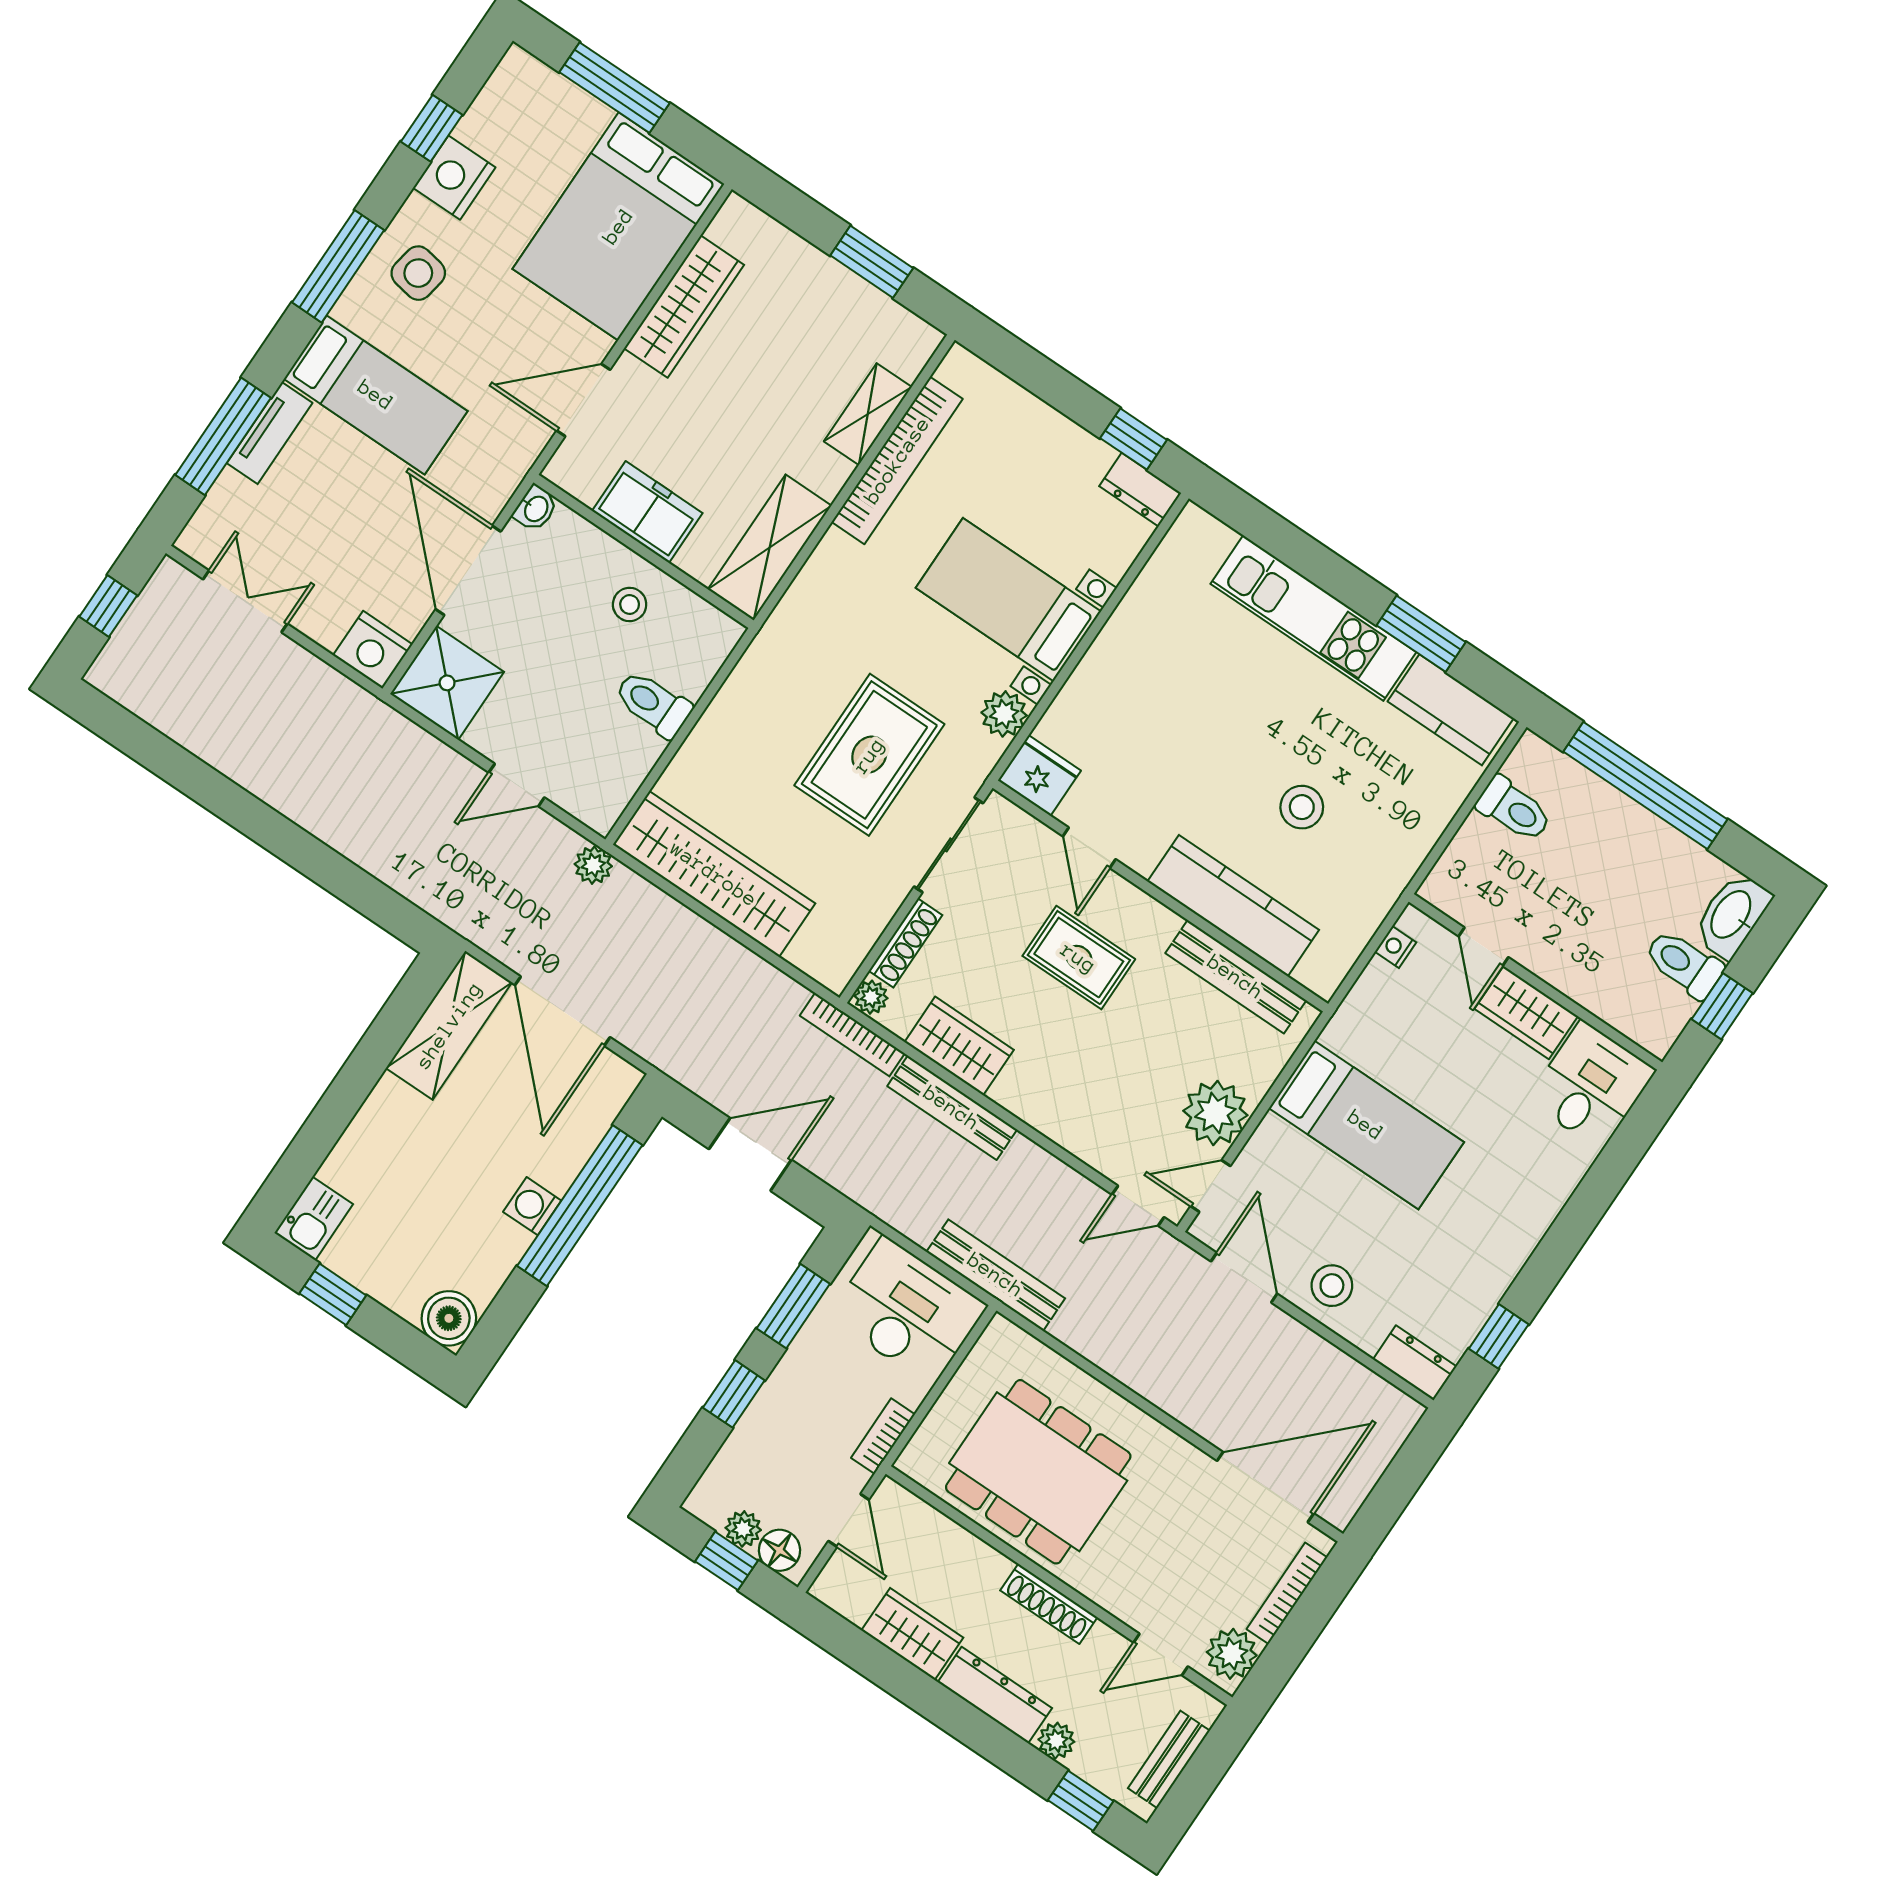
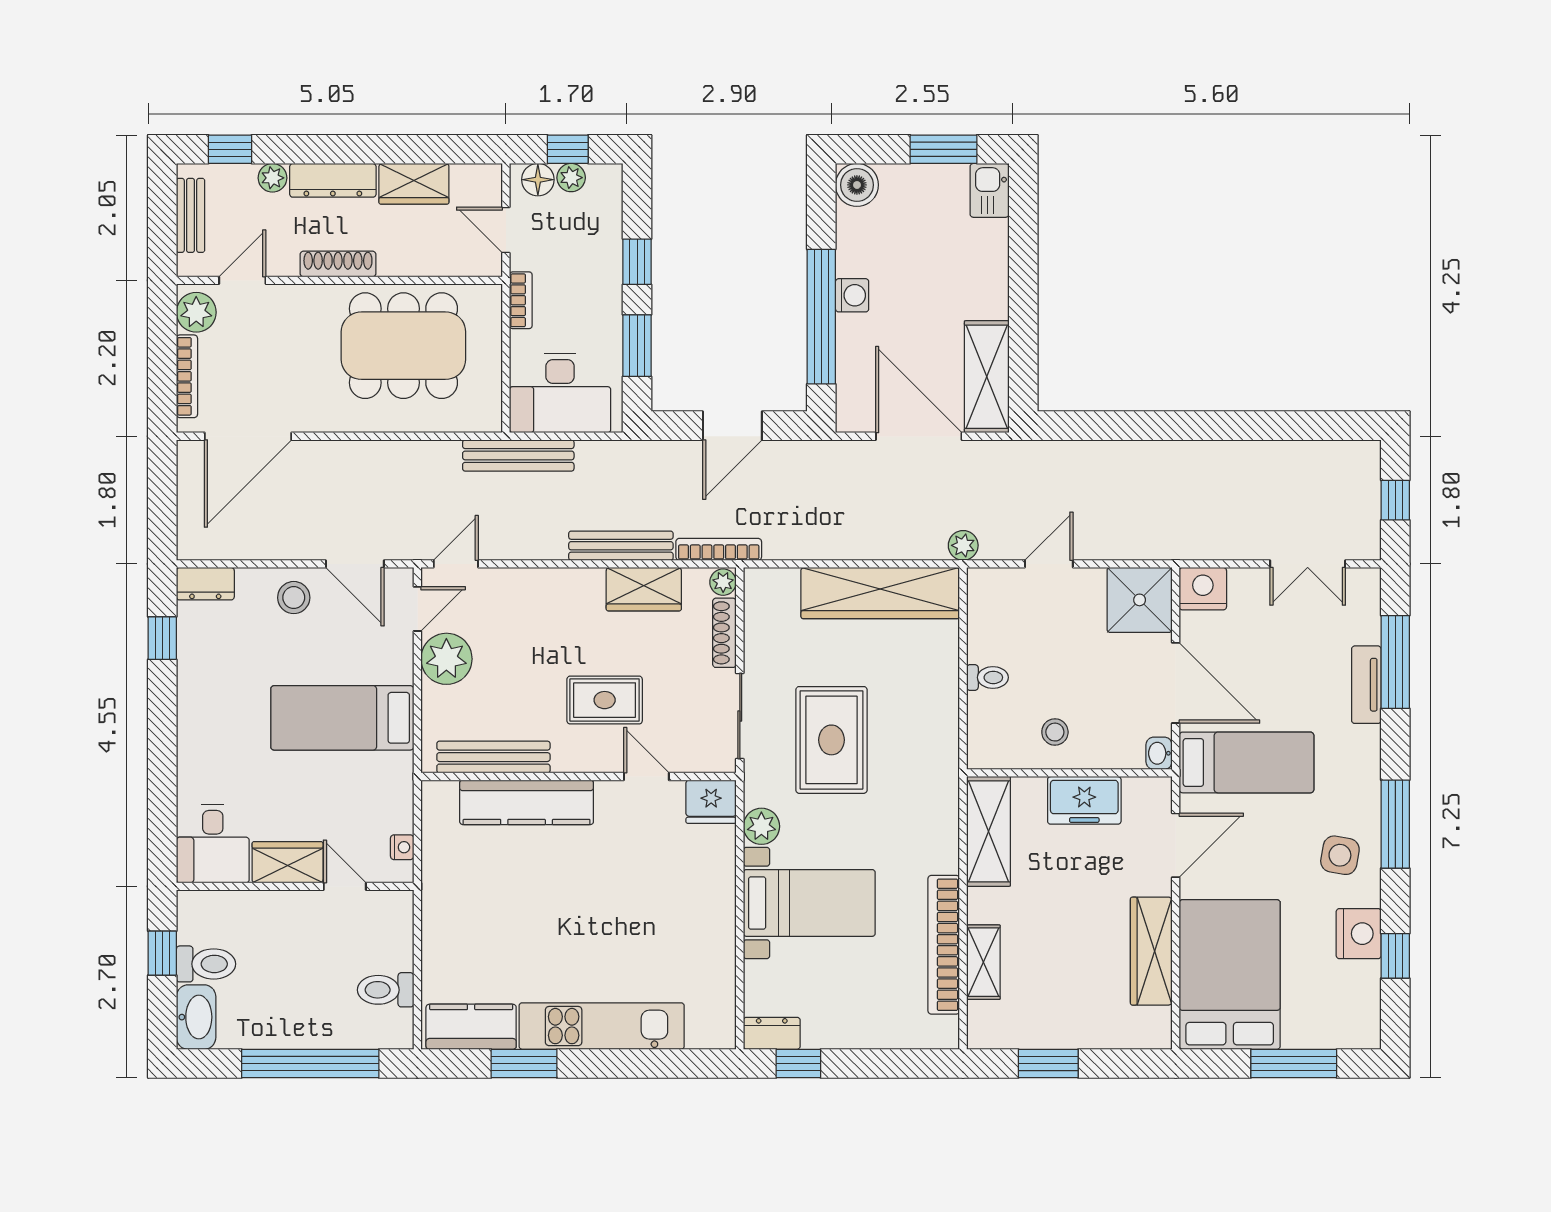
bed: (376, 395) -> (1247, 762), moved, turned 180
toilet: (653, 704) -> (987, 677), width x0.73, depth x0.72
stool: (1302, 807) -> (525, 897), removed
window: (333, 1294) -> (943, 149), width x1.50

